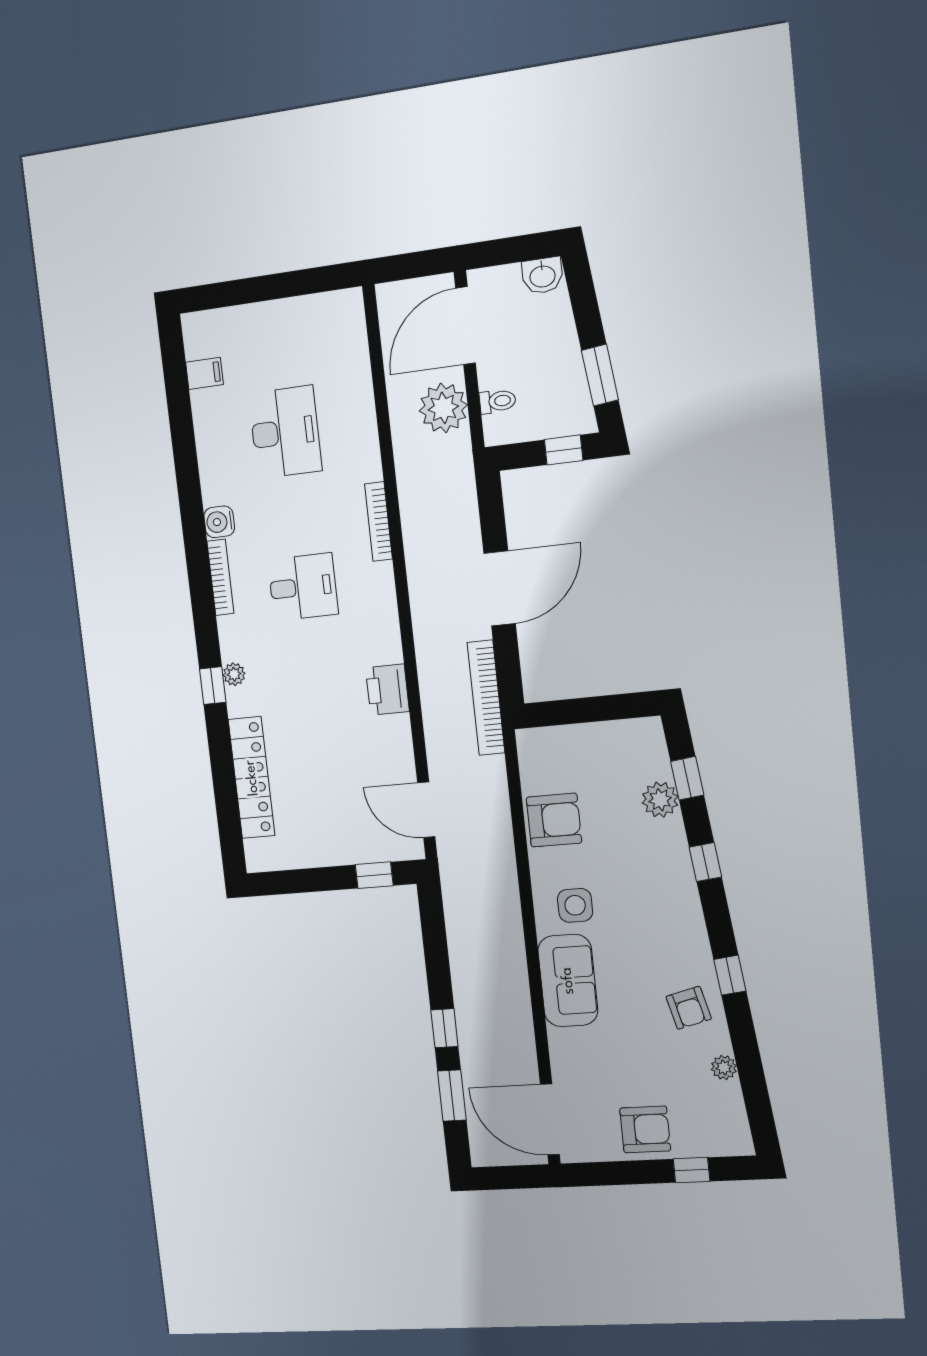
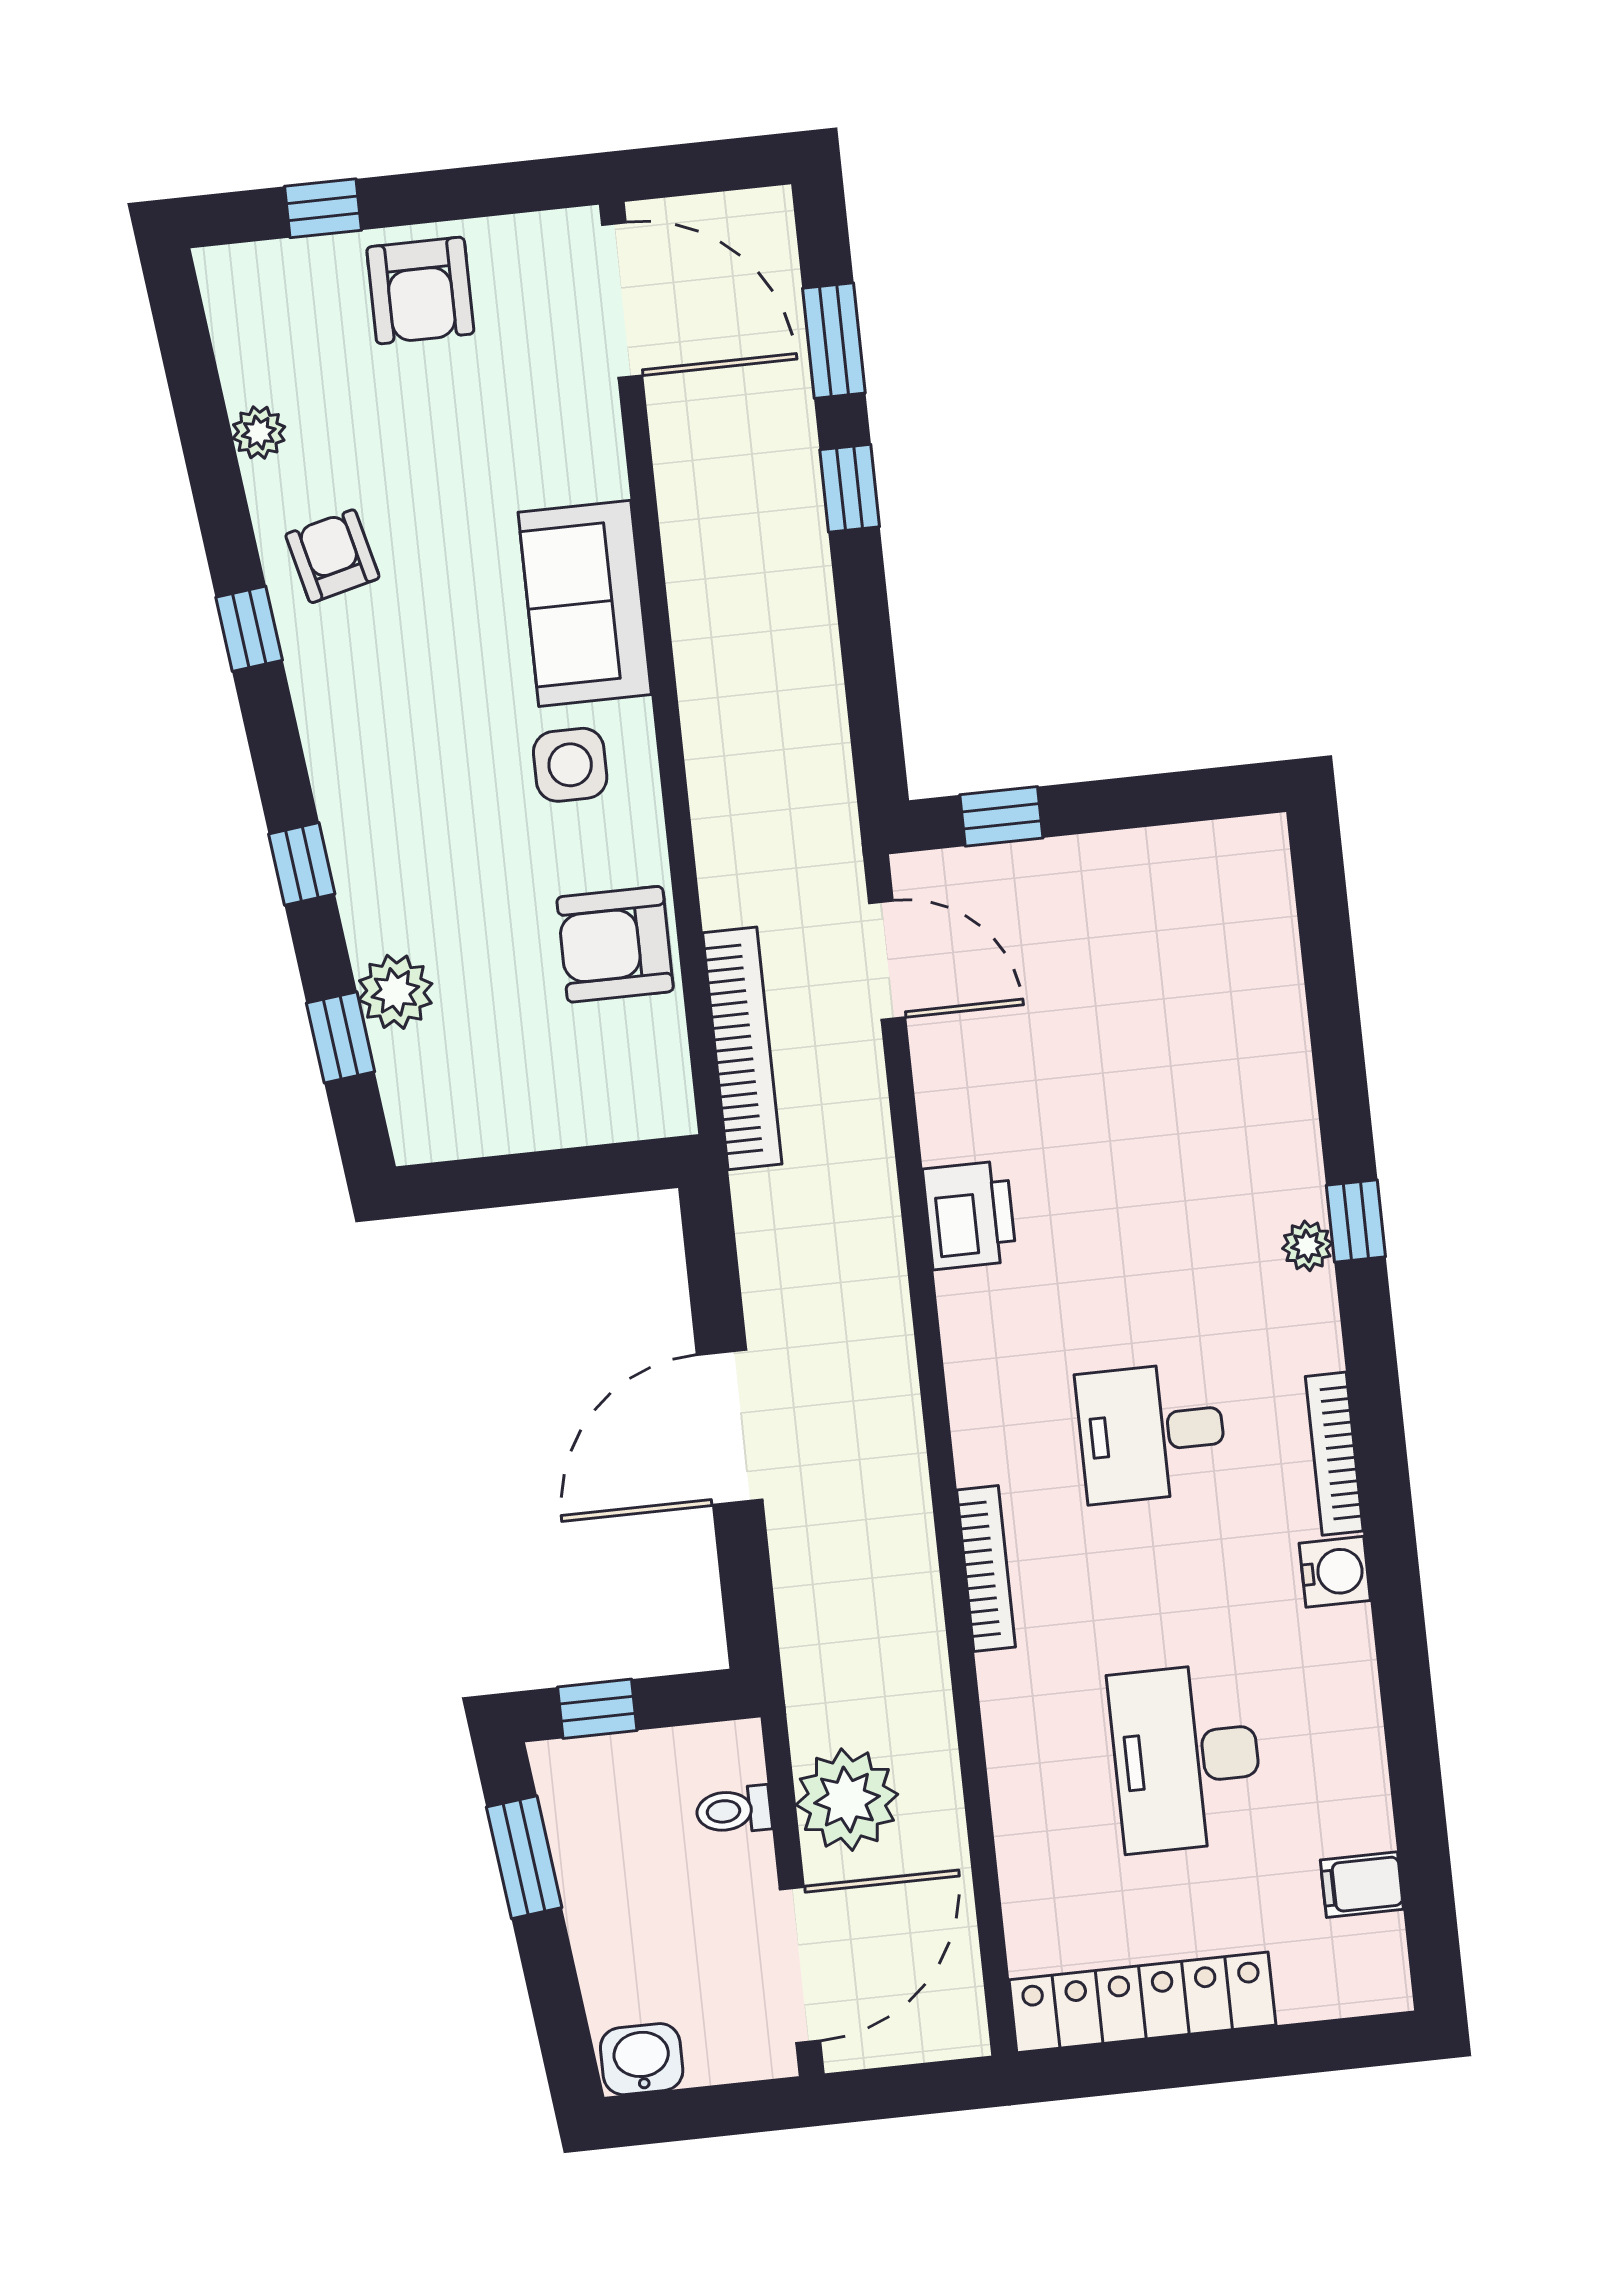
bookcase: (486, 698) -> (742, 1048), moved
locker: (252, 778) -> (1142, 2002), moved, turned 90
armchair: (645, 1129) -> (420, 290), turned -90

